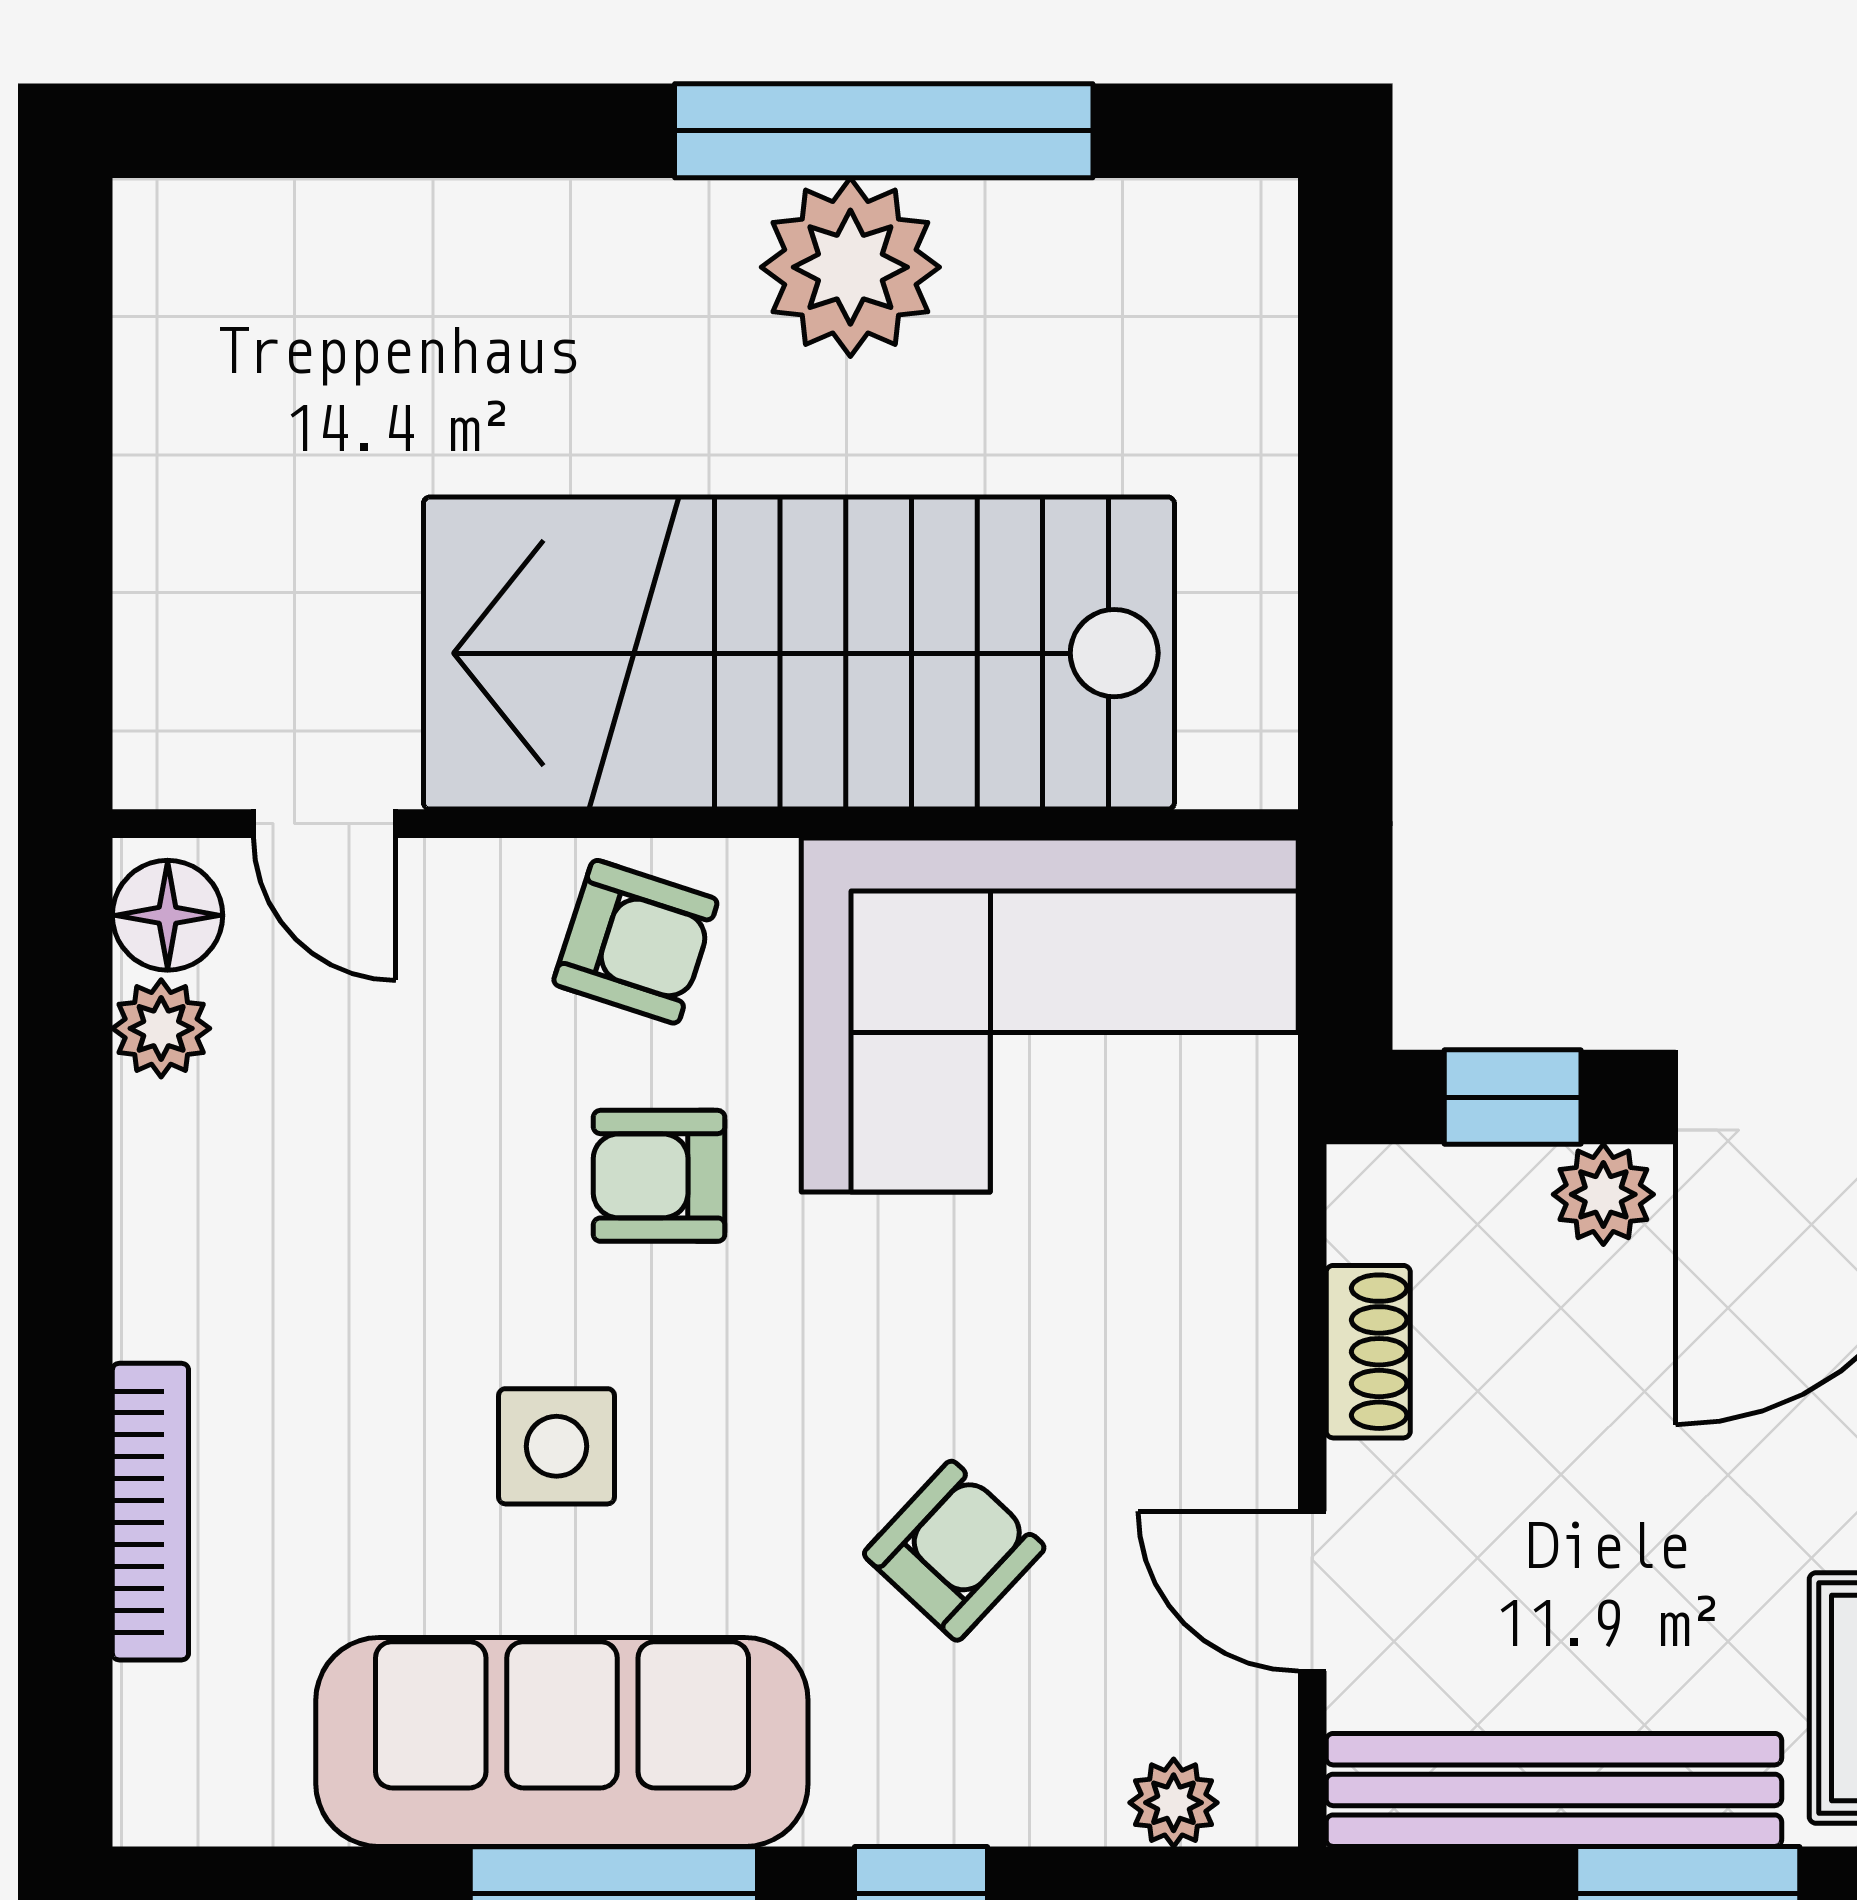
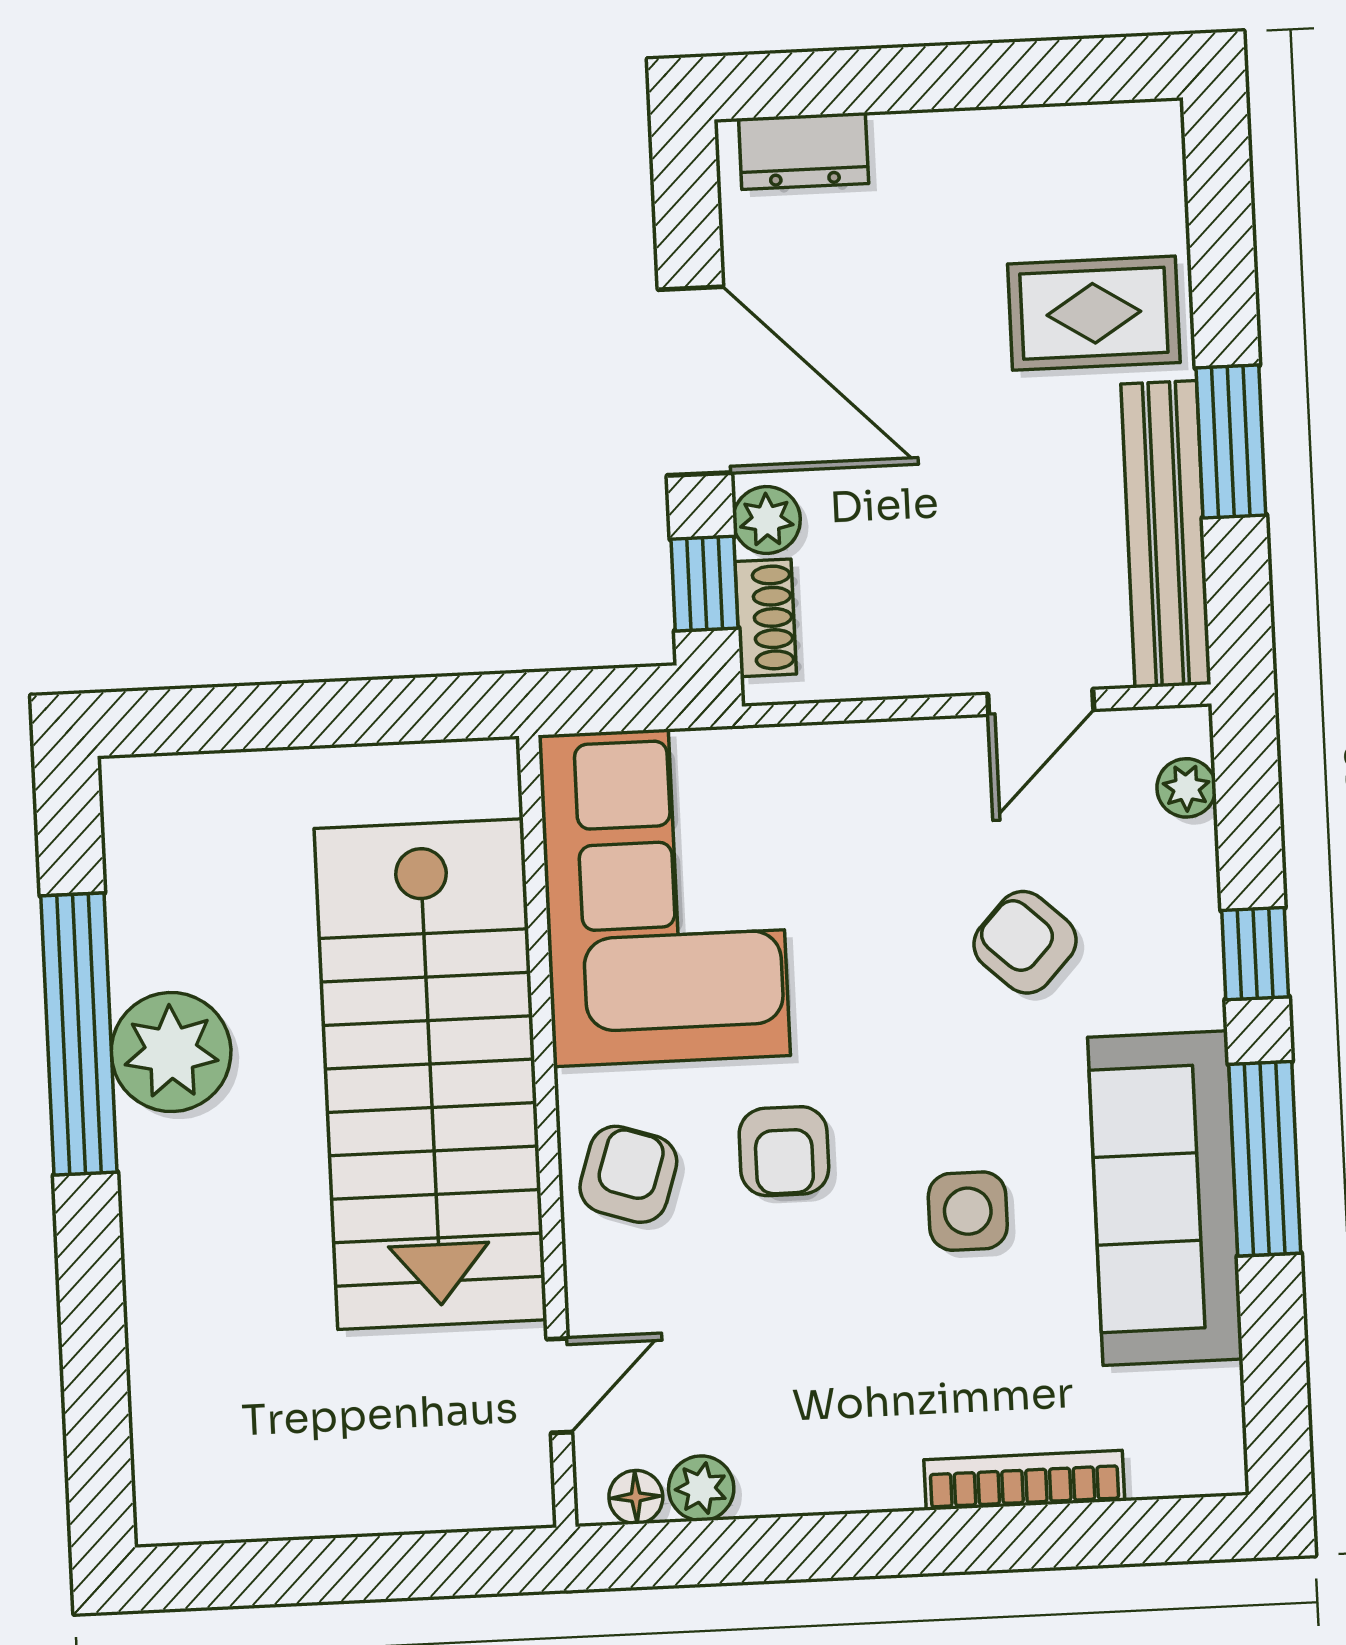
floor lamp: (168, 915) -> (636, 1497), width x0.73, depth x0.73
shoe rack: (1368, 1352) -> (766, 618), moved, turned 90

